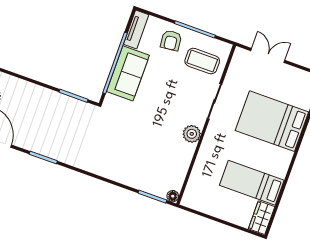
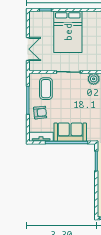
double door: (268, 55) -> (28, 49), swing flipped

